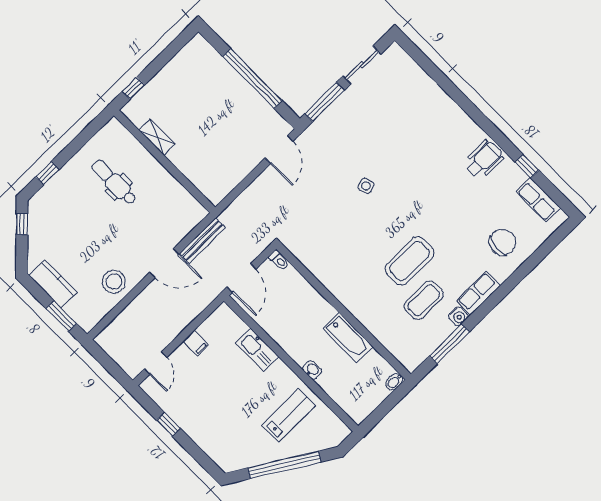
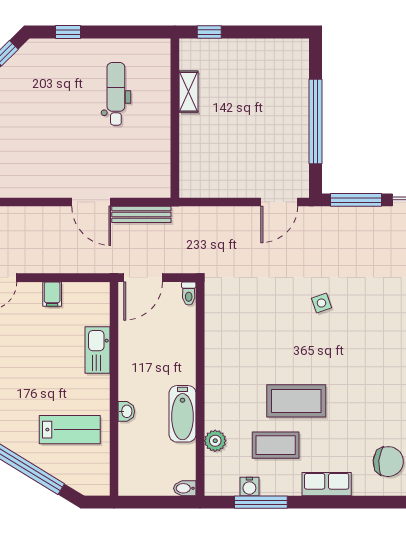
stool: (114, 282) -> (35, 176), removed
water cooler: (458, 316) -> (249, 487), moved
plant: (384, 334) -> (215, 441), added

